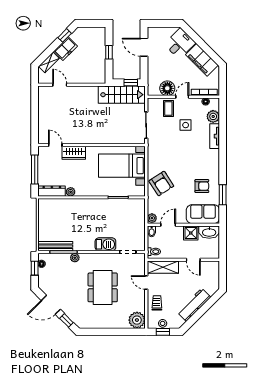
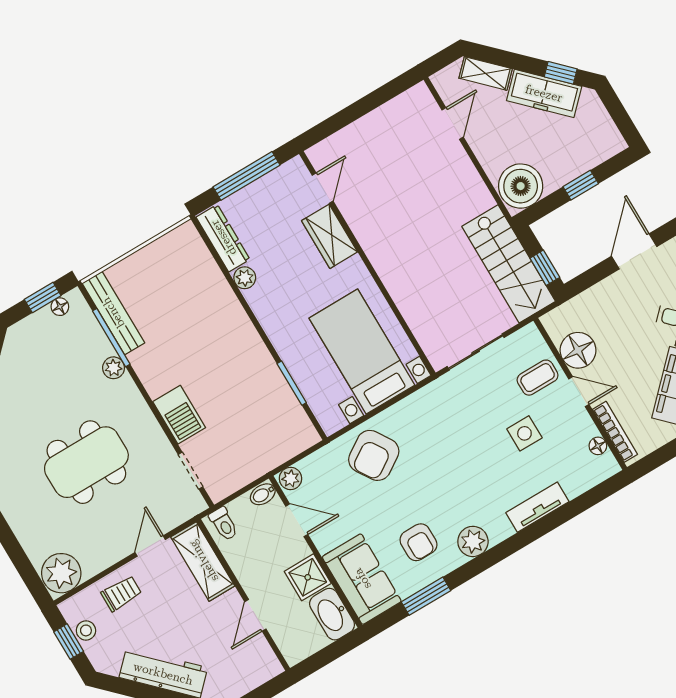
freezer: (66, 49) -> (544, 93), width x1.40
boiler: (97, 74) -> (521, 186), added
plant: (213, 116) -> (473, 541), moved

